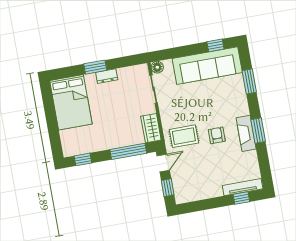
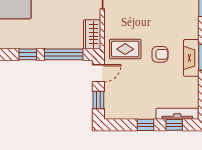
armchair: (217, 135) -> (160, 54), turned 90
window: (83, 159) -> (28, 54), moved
window: (215, 203) -> (145, 125), added

